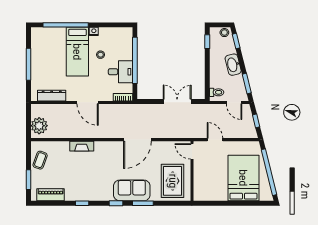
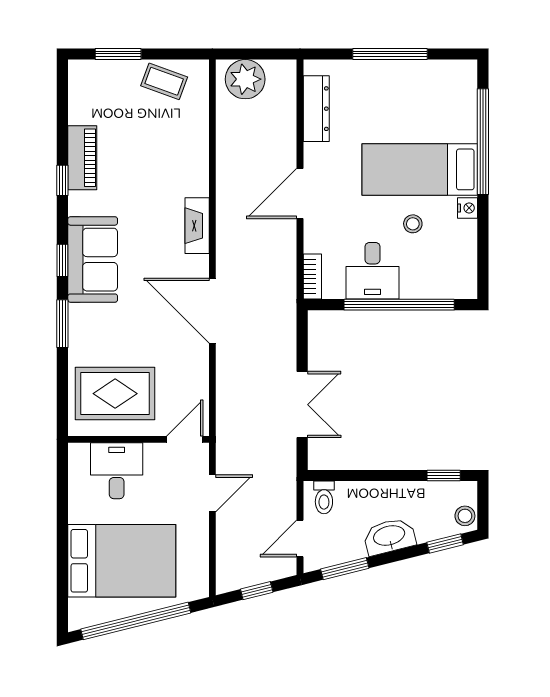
fireplace: (82, 146) -> (197, 226), moved
desk: (205, 180) -> (117, 471), added
sofa: (132, 190) -> (93, 260), moved
piano: (51, 195) -> (82, 158), moved

